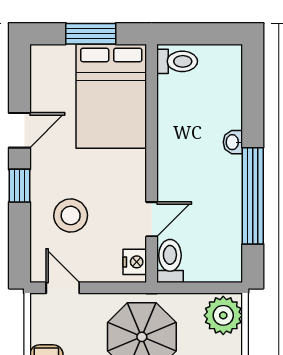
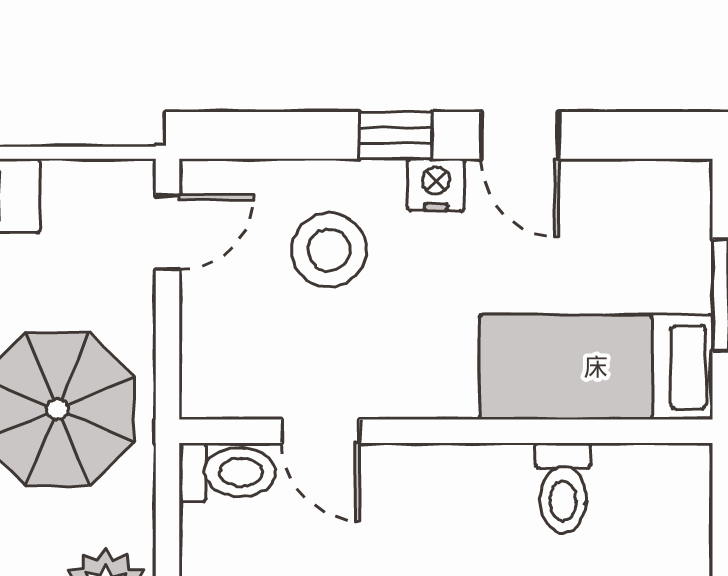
toilet: (177, 61) -> (563, 488), moved
bed: (111, 96) -> (596, 367), width x0.67
nightstand: (135, 262) -> (436, 185), moved, turned 180

